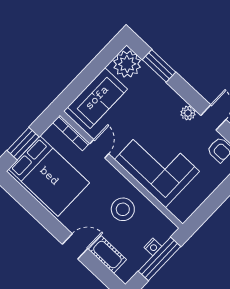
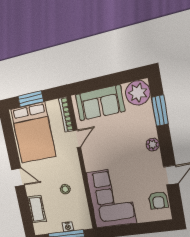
plant: (188, 113) -> (153, 145), moved
corner sofa: (157, 165) -> (111, 198), moved
stool: (123, 209) -> (65, 189), width x0.53, depth x0.53
door: (75, 246) -> (18, 177), moved

